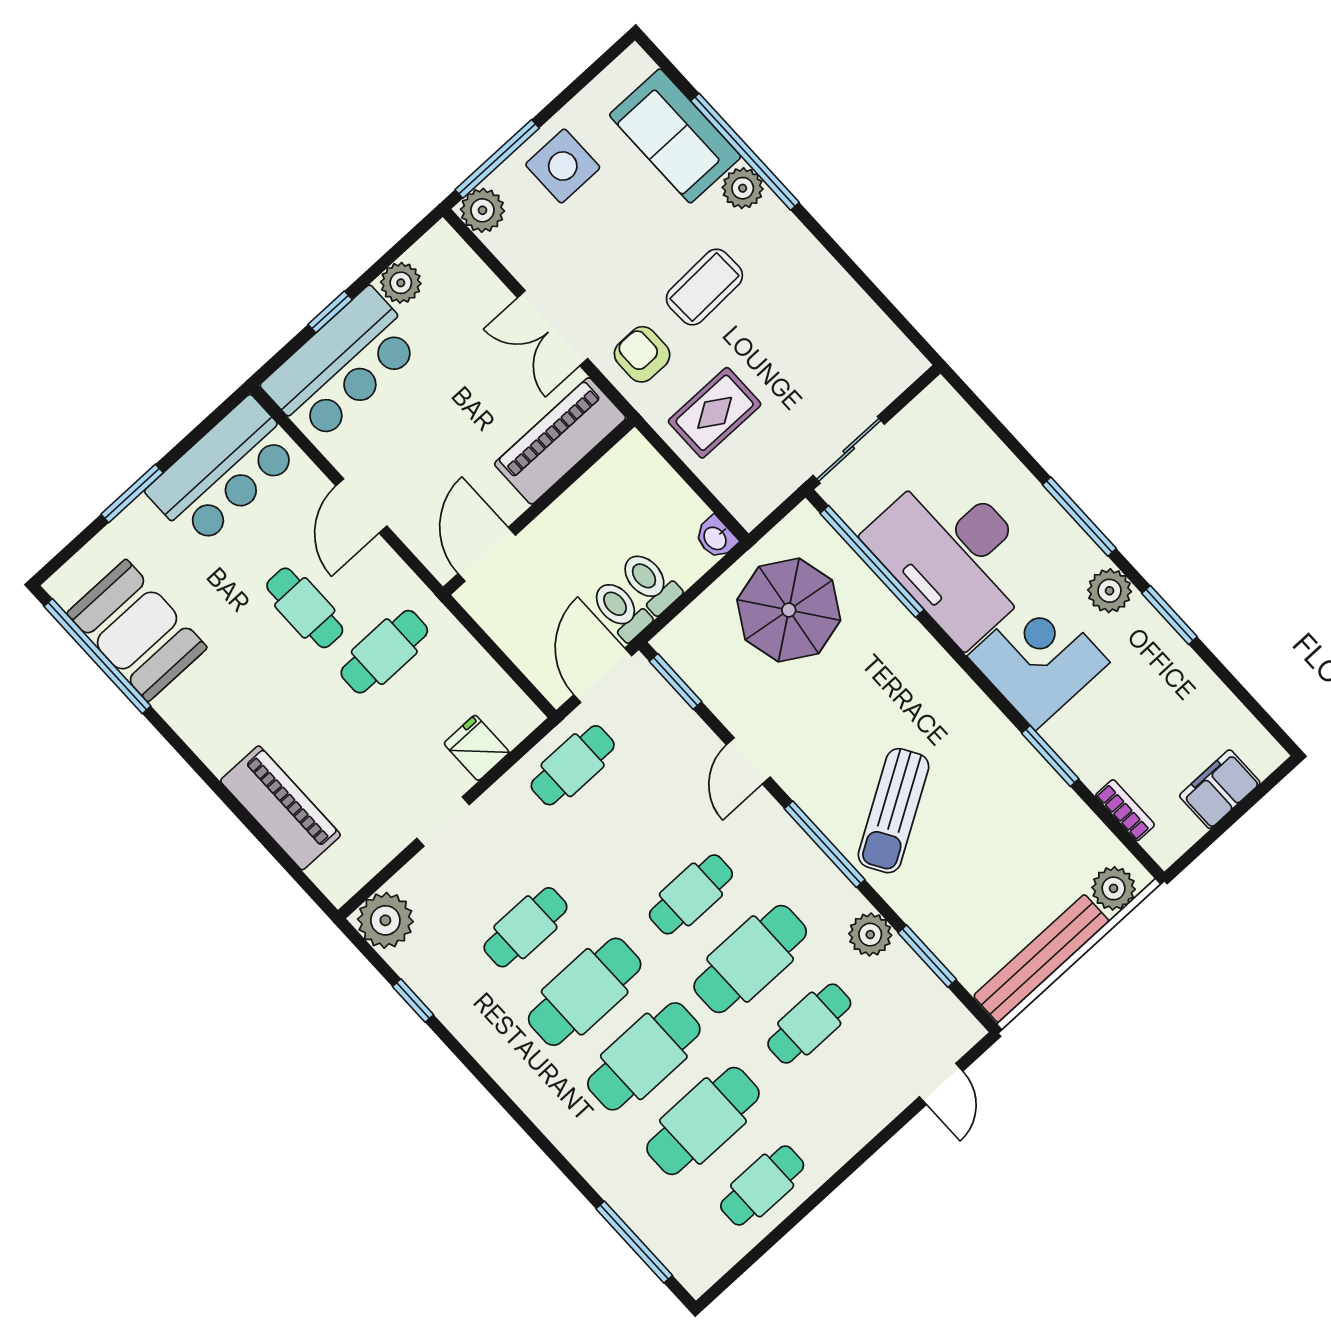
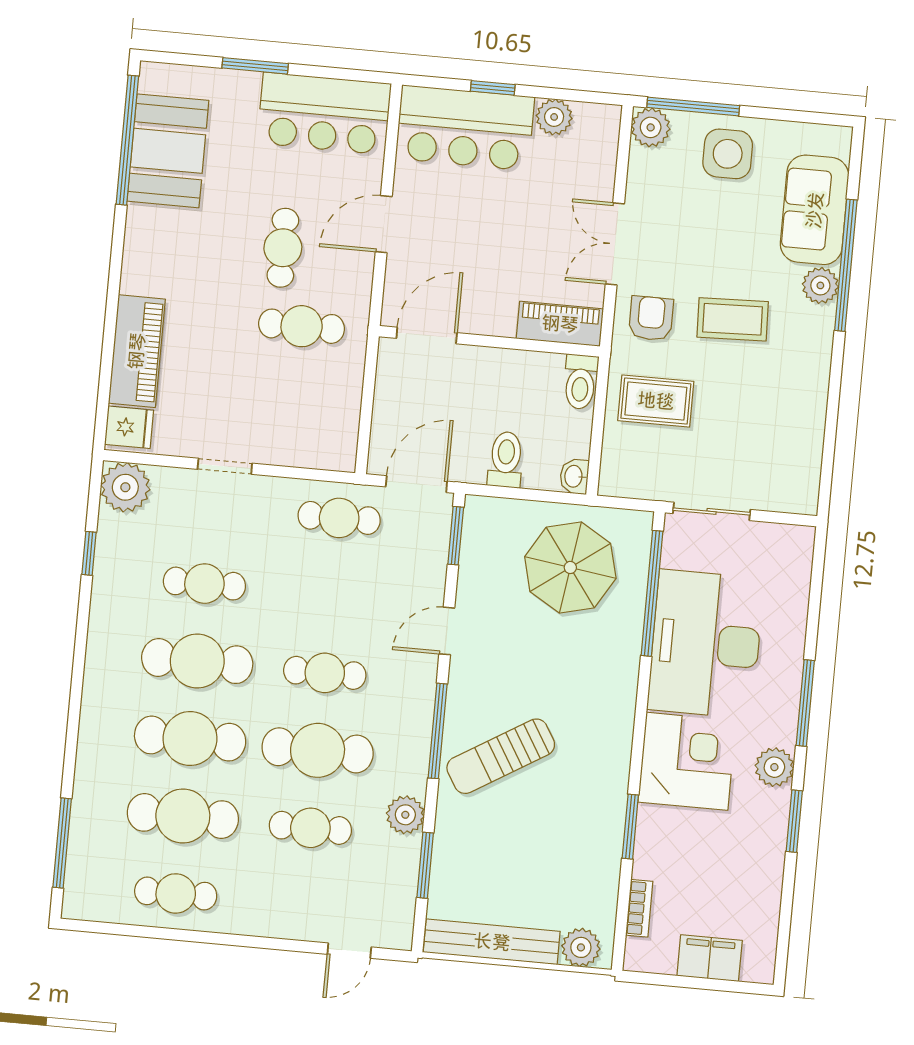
piano: (560, 441) -> (560, 324), width x0.73, depth x0.75
toilet: (621, 610) -> (581, 382), moved, turned 180
fridge: (477, 748) -> (129, 427), moved, turned 90

